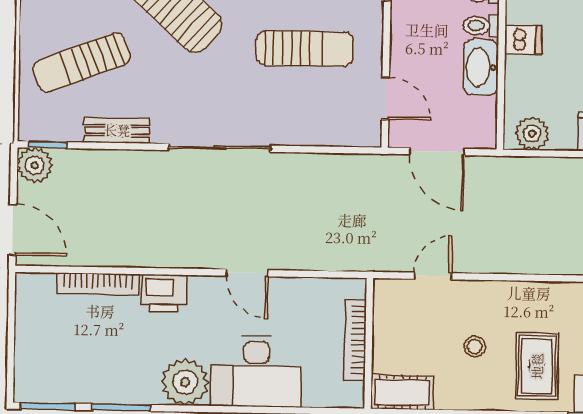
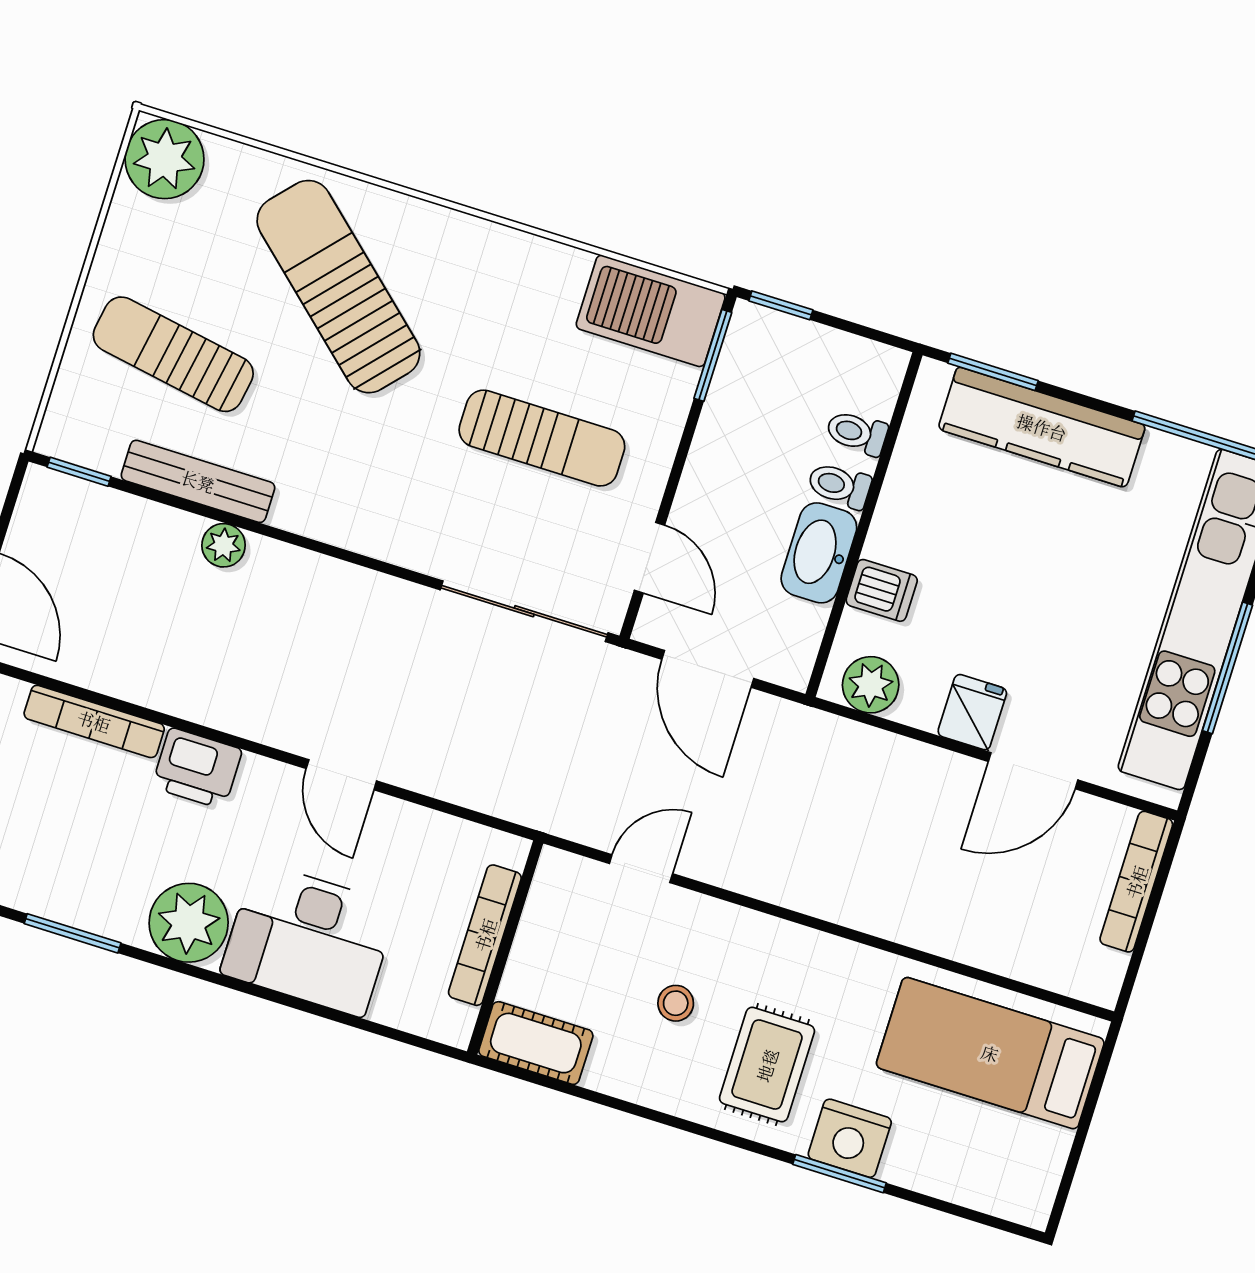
dishwasher: (523, 40) -> (882, 590), moved
sun lounger: (82, 62) -> (173, 354), turned 31
bench: (117, 130) -> (198, 481), width x1.36
sliding door: (220, 148) -> (524, 611), moved
plant: (35, 165) -> (224, 545), moved, width x0.73, depth x0.73

